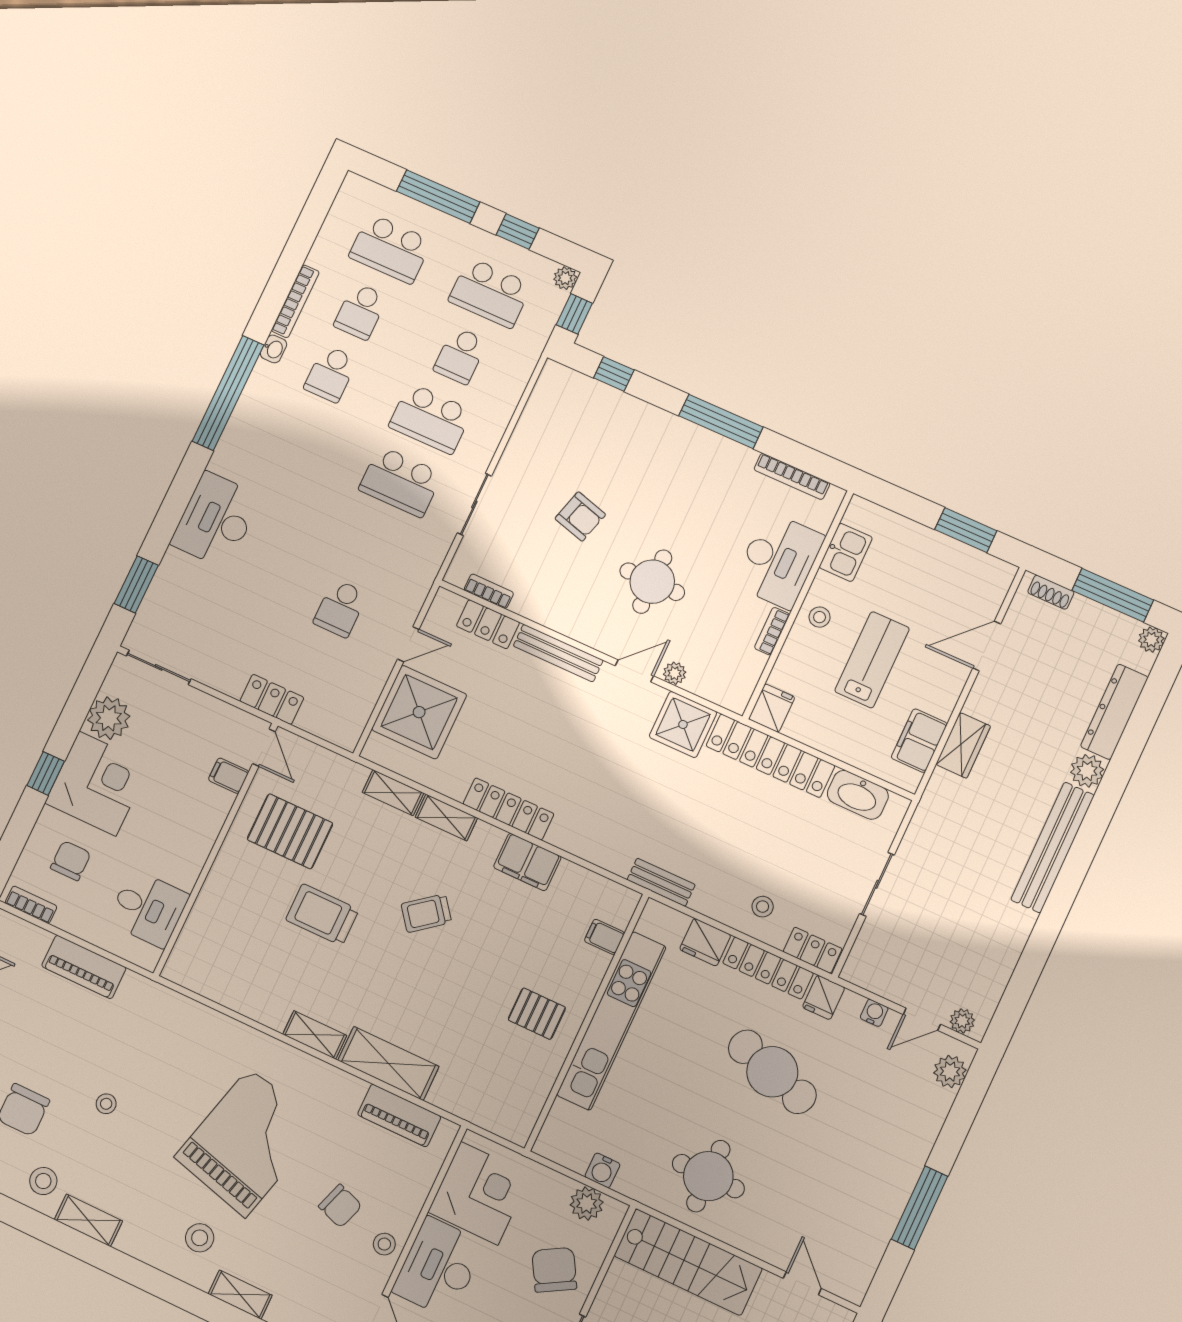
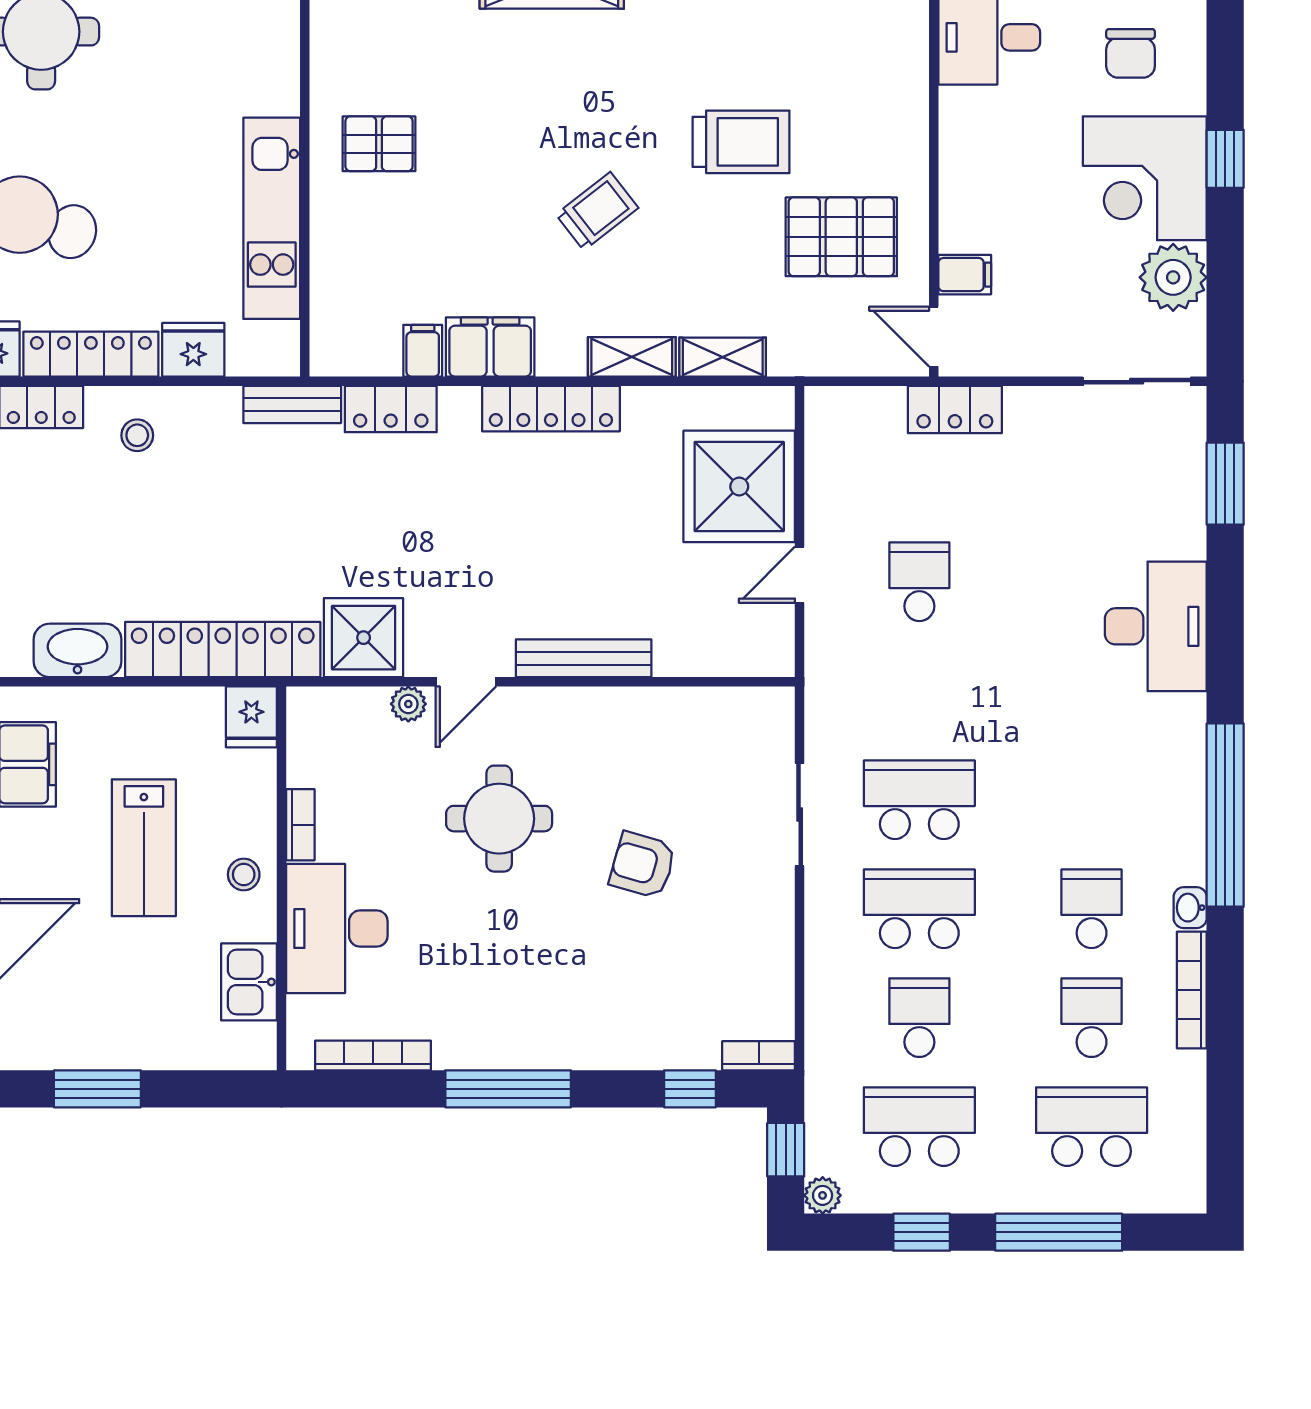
bookcase: (489, 591) -> (759, 1056), moved, turned 180
locker: (488, 624) -> (391, 409), moved, turned 180
filing cabinet: (604, 937) -> (423, 351), moved, turned -90
kitchen unit: (611, 1021) -> (272, 218), width x0.73

